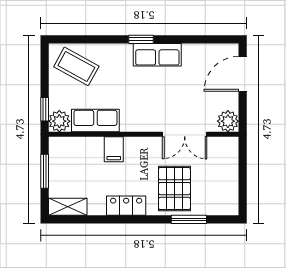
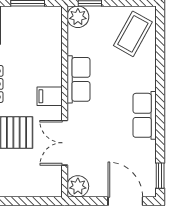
window: (141, 39) -> (160, 176), moved
row of seats: (95, 121) -> (78, 79), moved
filing cabinet: (114, 149) -> (50, 96), moved

